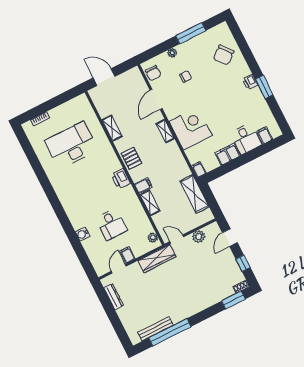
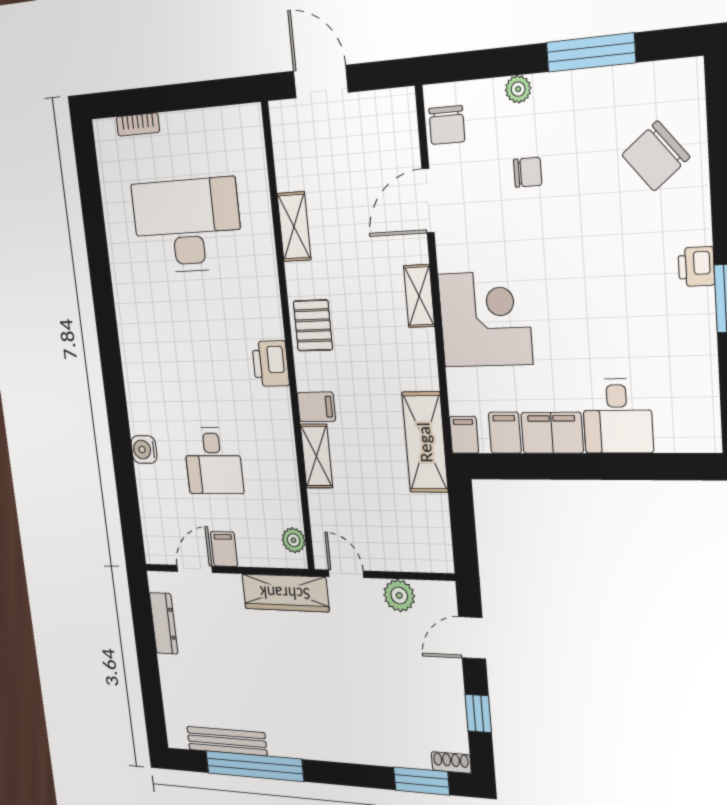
filing cabinet: (265, 135) -> (505, 433), moved
shelving: (194, 194) -> (425, 442), moved

